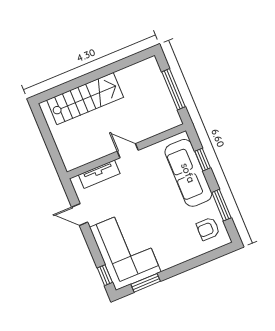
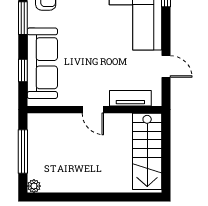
plant: (151, 63) -> (34, 186), added
stairs: (85, 99) -> (147, 151), moved, turned -90

